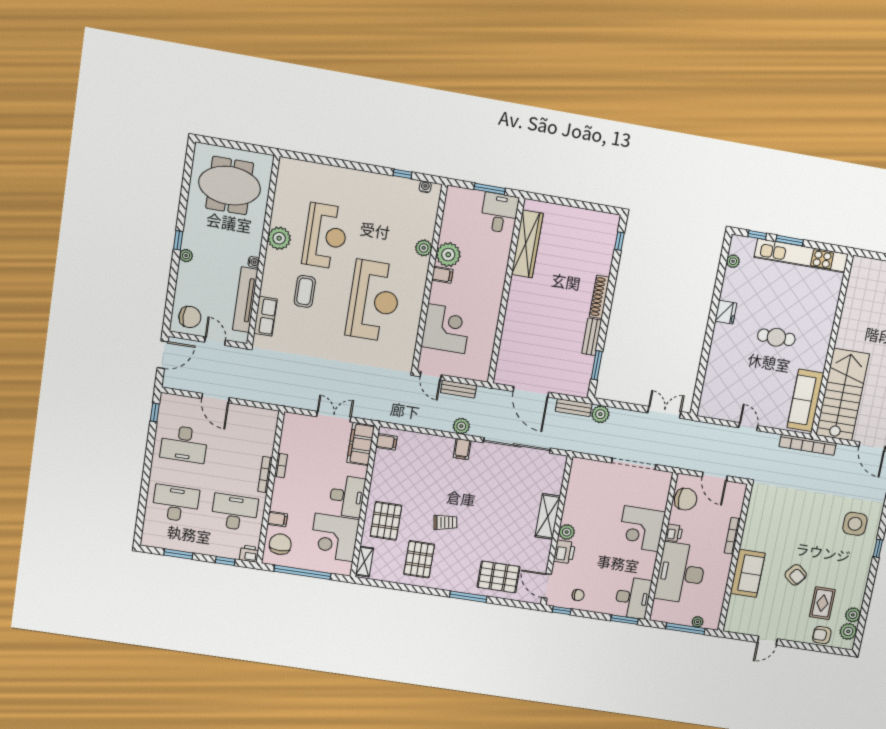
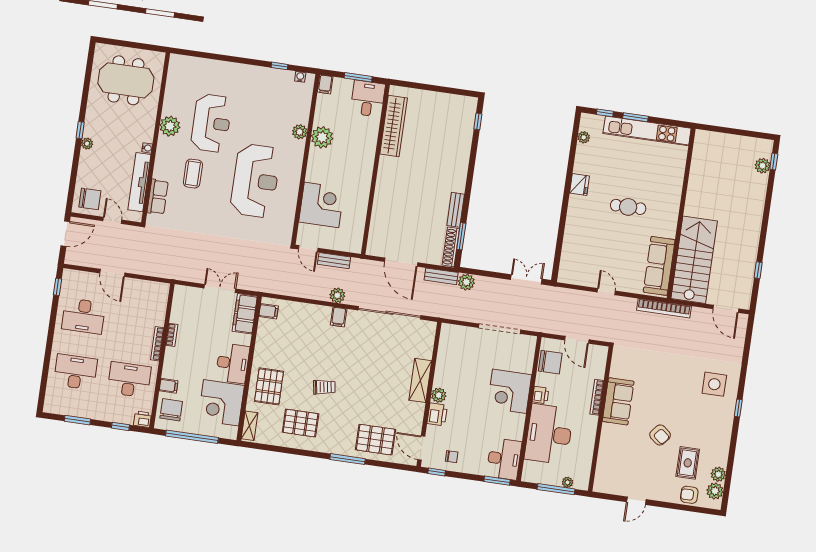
filing cabinet: (442, 275) -> (325, 84), moved, turned 90
shoe rack: (599, 297) -> (451, 247), moved
pallet: (419, 559) -> (301, 423), turned 90
sofa: (748, 573) -> (618, 401), moved

